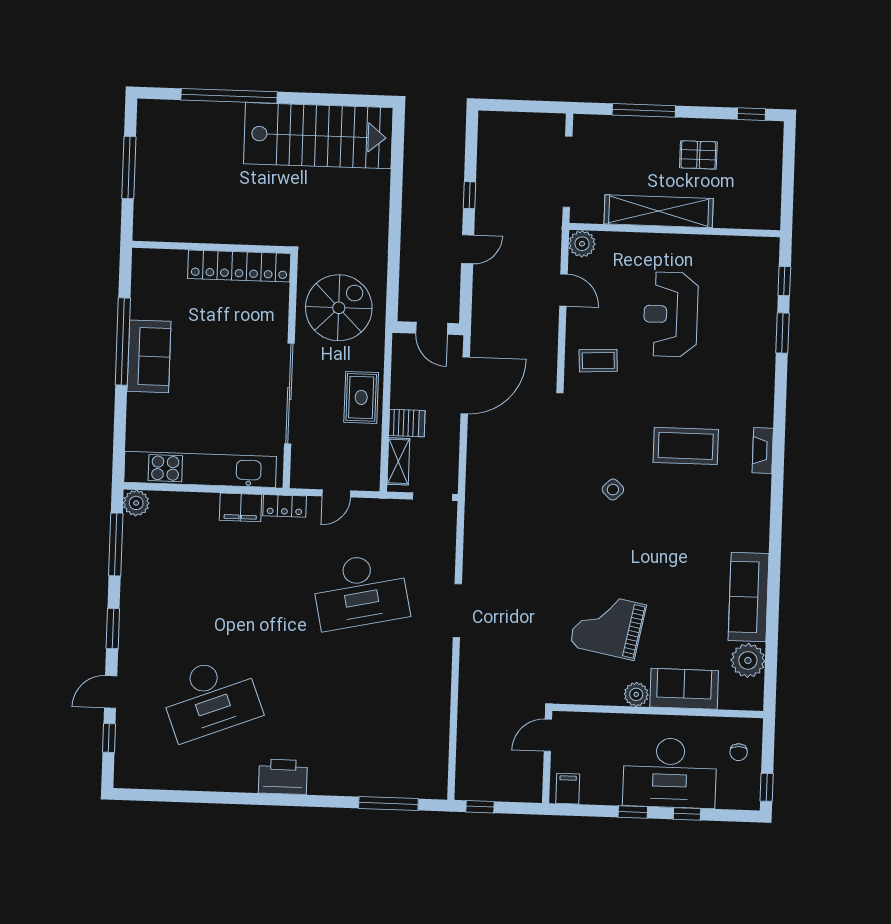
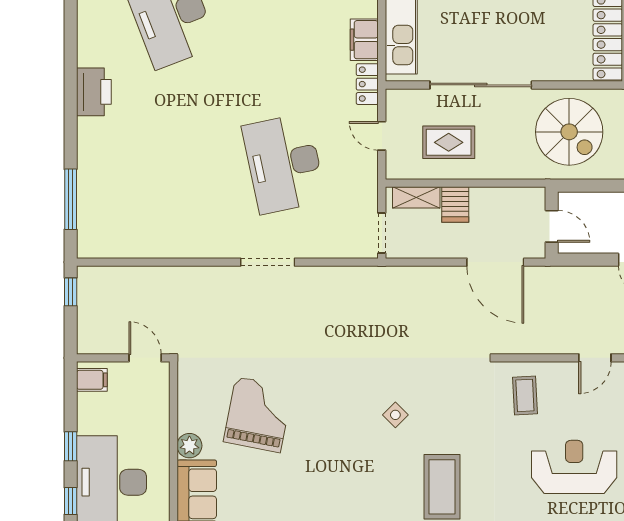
door: (432, 328) -> (552, 226), swing flipped
rug: (361, 397) -> (449, 142), moved

